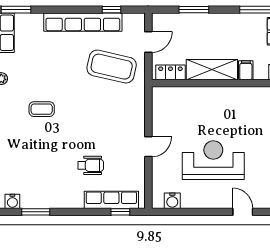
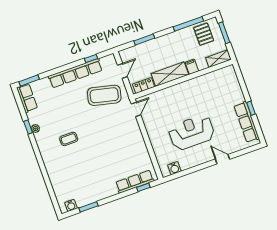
door: (148, 147) -> (136, 109), moved
wheelchair: (91, 165) -> (113, 164), removed

